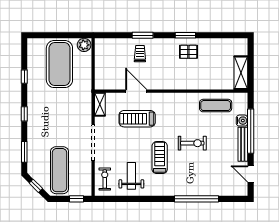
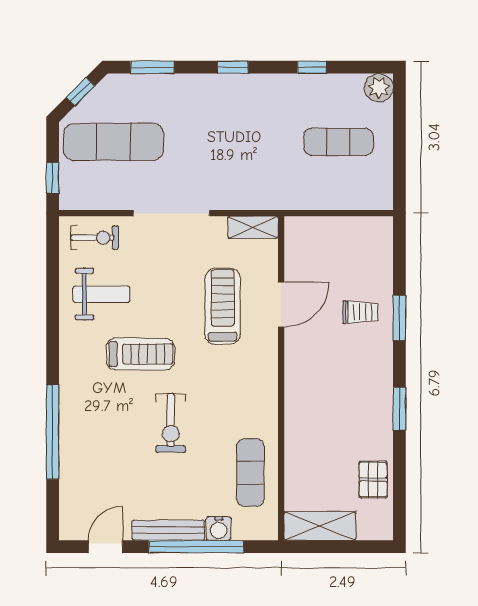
plant: (84, 45) -> (379, 88), moved
pallet: (188, 52) -> (373, 480), moved
exercise mat: (59, 64) -> (338, 142), width x0.50, depth x0.69

